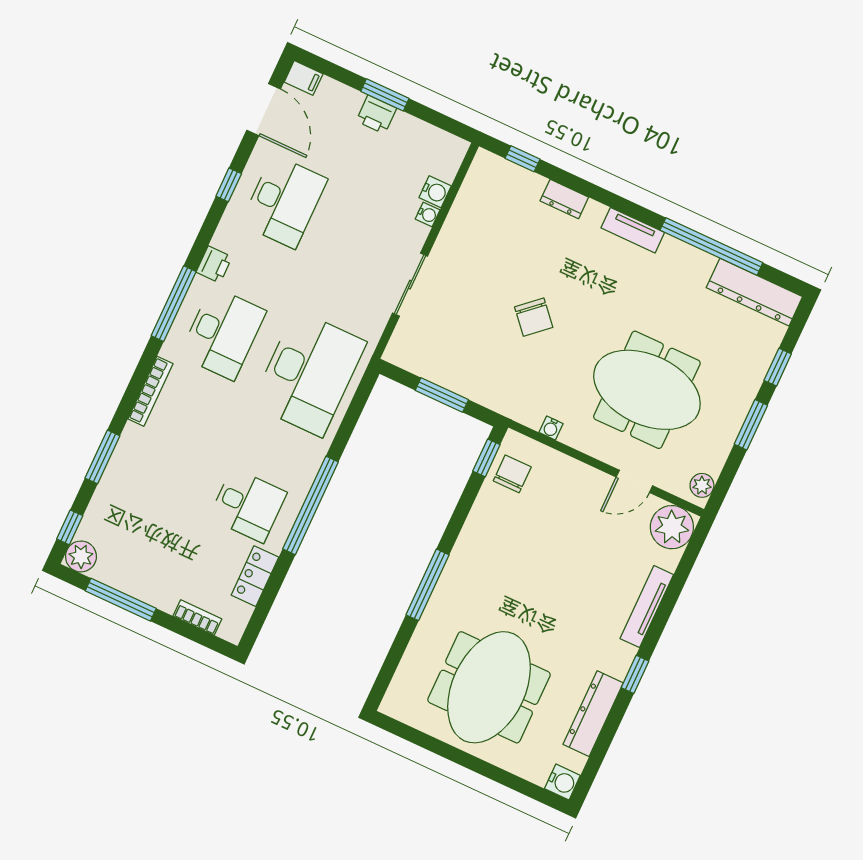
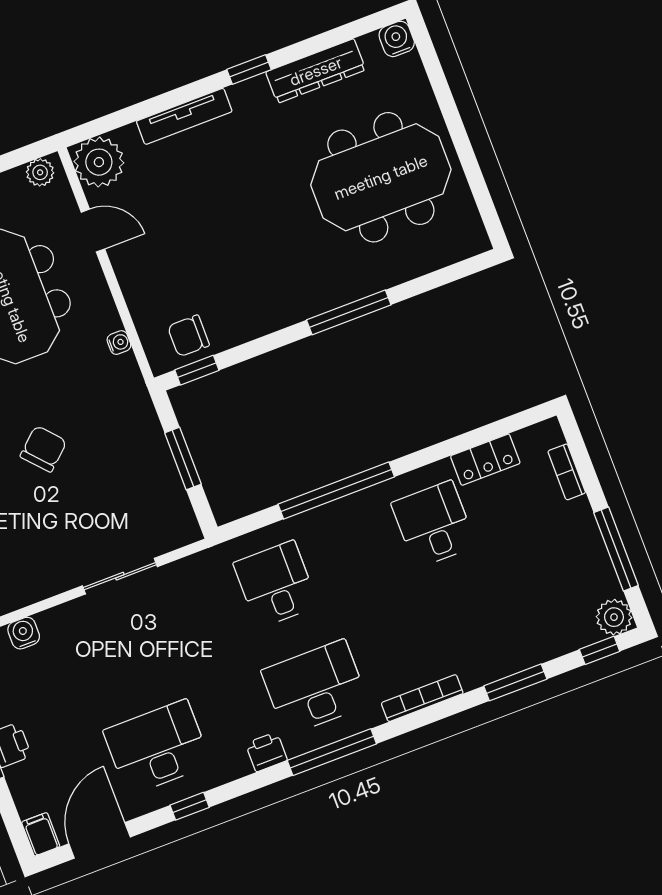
water cooler: (428, 214) -> (48, 620), removed
desk: (309, 373) -> (276, 584), width x0.53, depth x0.77
window: (311, 505) -> (336, 490), moved

